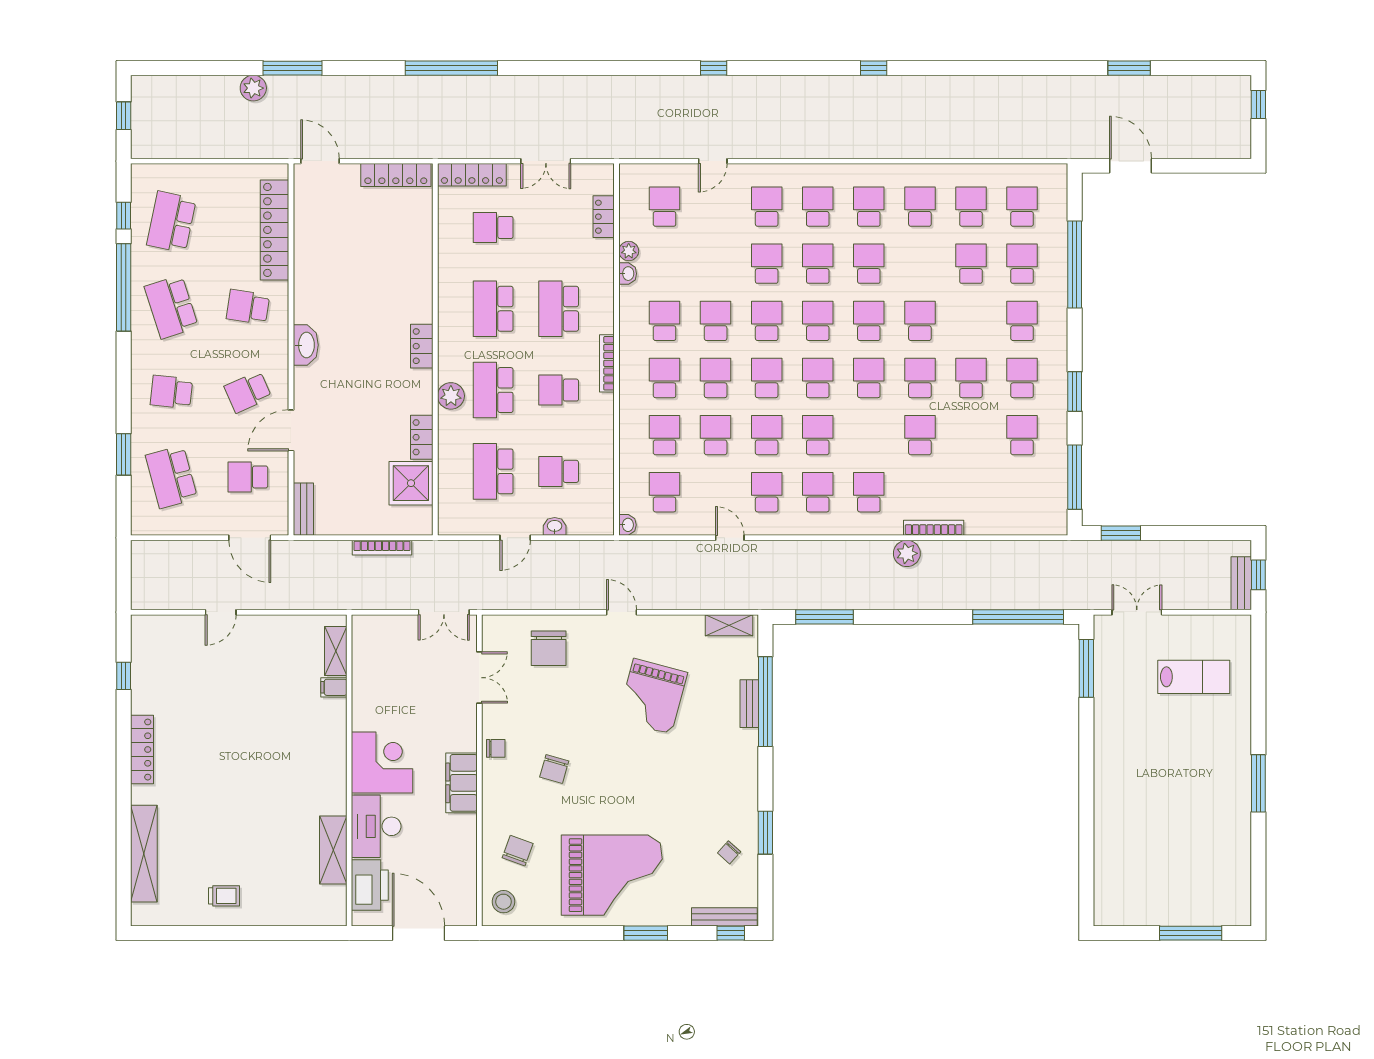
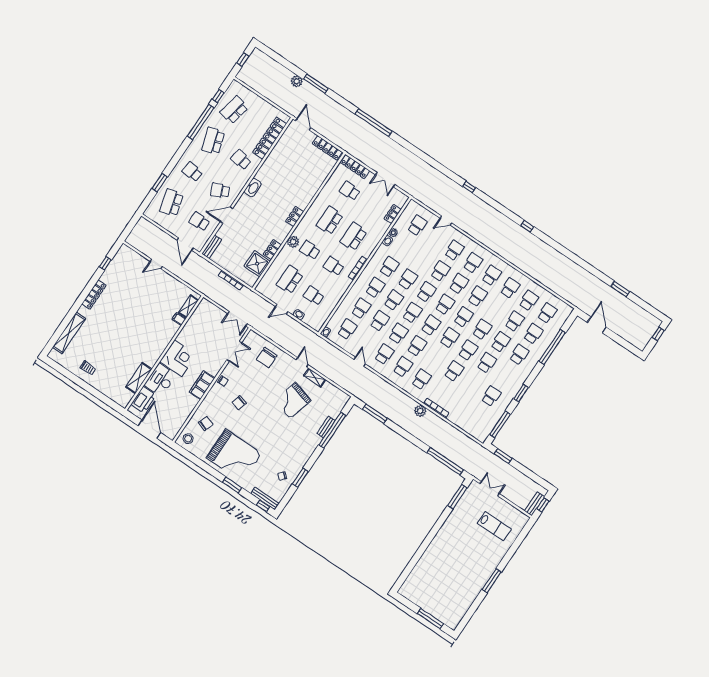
school desk: (1022, 378) -> (501, 342), moved
school desk: (493, 390) -> (310, 250), width x0.54
shelving: (729, 625) -> (315, 378), moved

